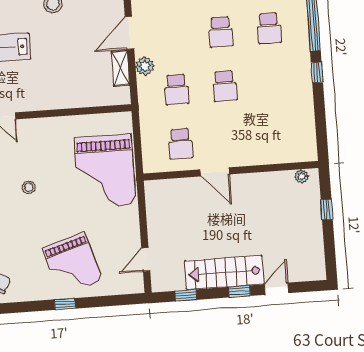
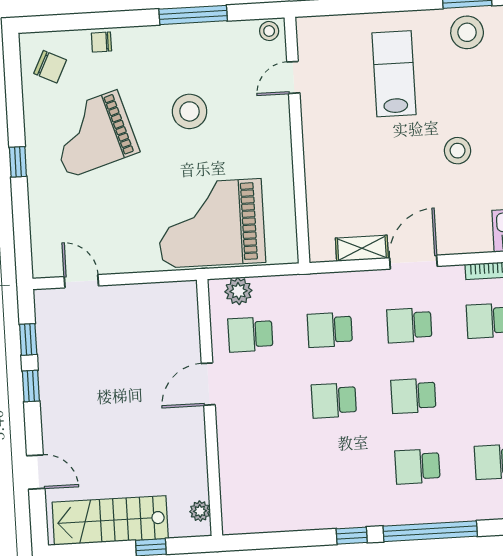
door: (129, 33) -> (413, 262), hinge flipped
school desk: (173, 35) -> (409, 325), added
plant: (145, 66) -> (238, 291), moved
stool: (29, 187) -> (190, 111), width x1.89, depth x1.89
grand piano: (72, 264) -> (93, 134), moved
stairs: (224, 273) -> (110, 520), moved, turned -90
window: (239, 291) -> (31, 386), moved

